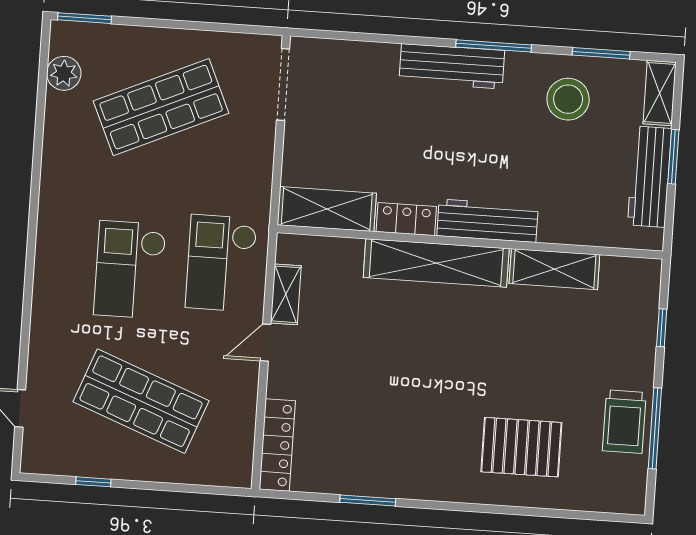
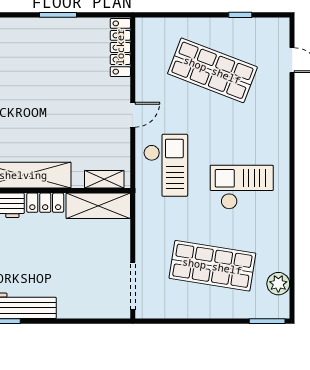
shop shelf: (161, 107) -> (212, 266), turned 33
checkout: (130, 270) -> (242, 187), moved, turned -90
shelving: (286, 294) -> (104, 179), moved, turned 90

